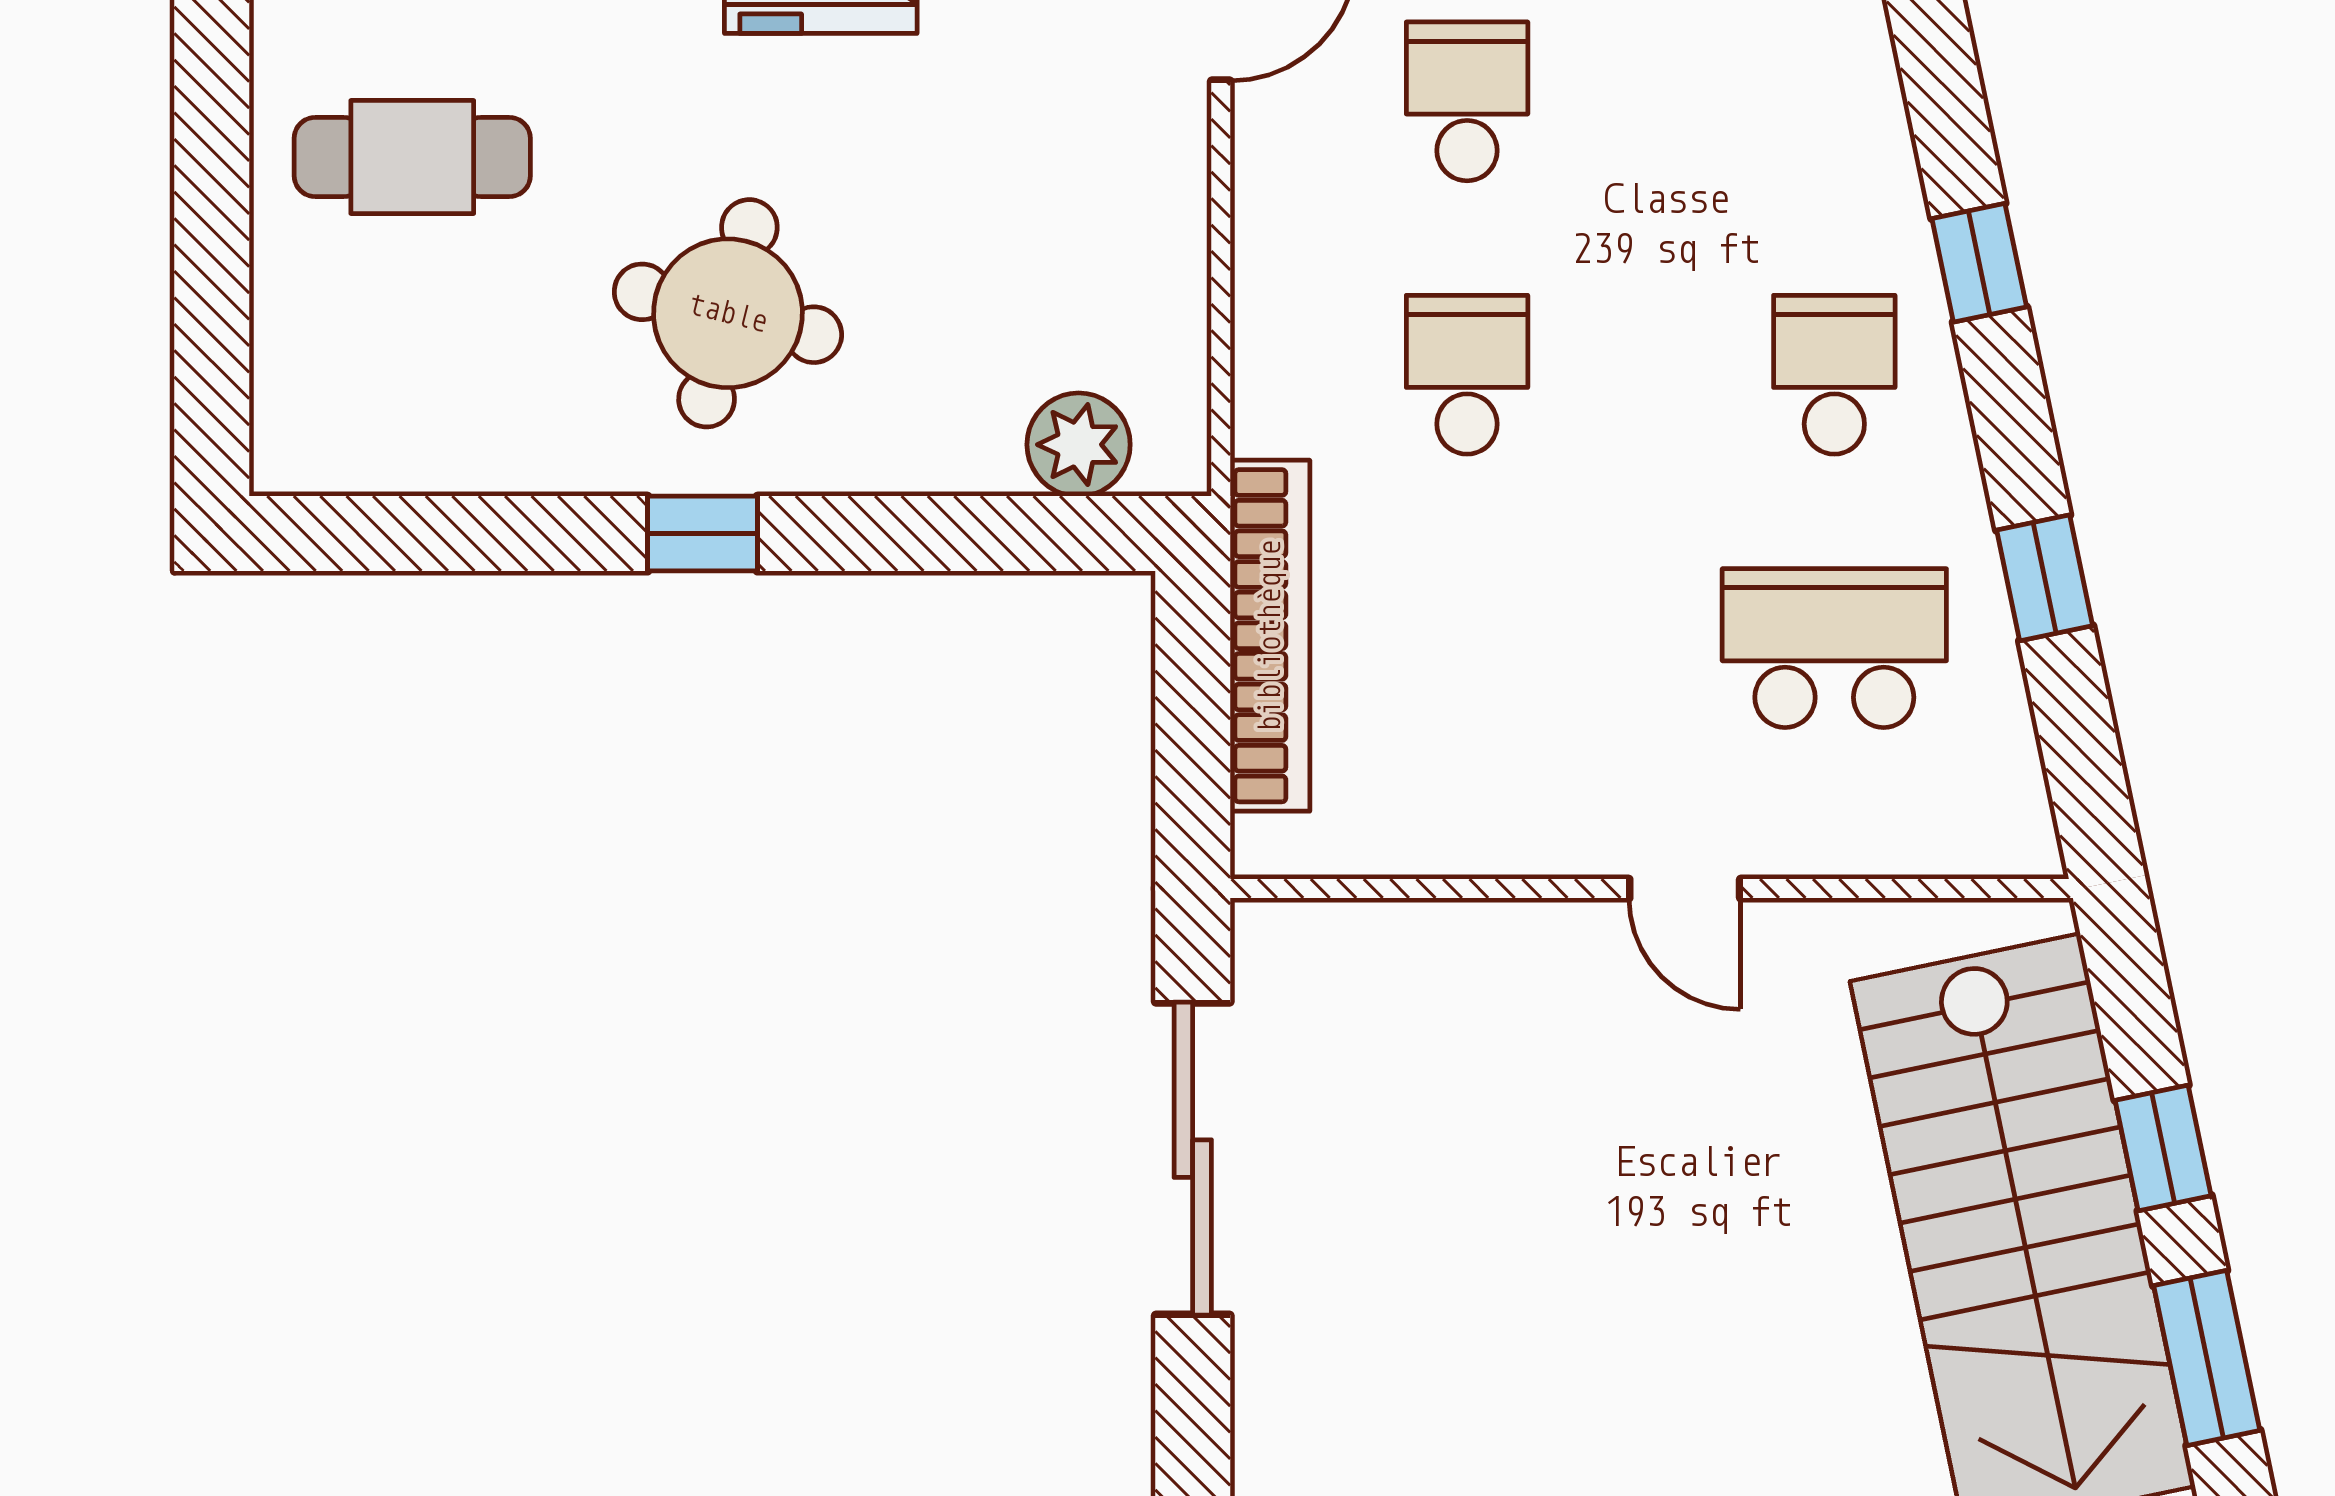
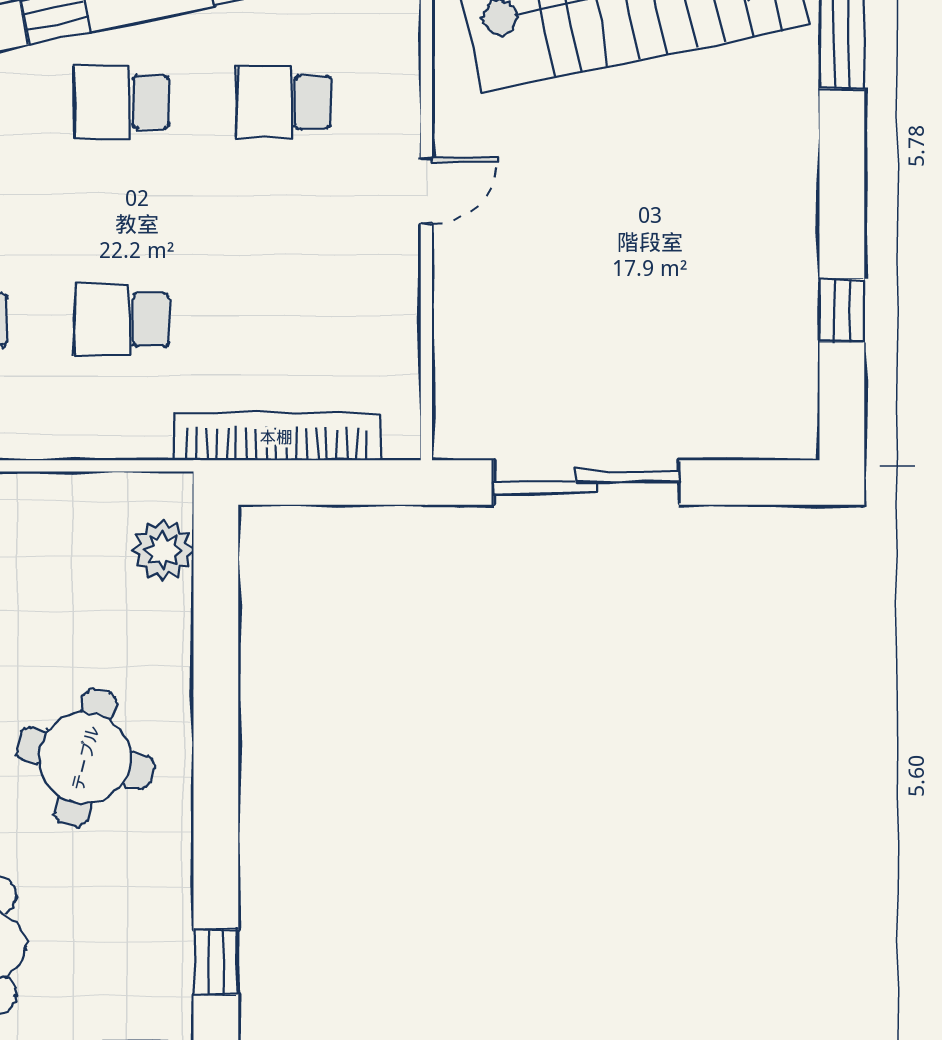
window: (702, 534) -> (216, 962), moved
school desk: (1834, 648) -> (284, 102), width x0.54

